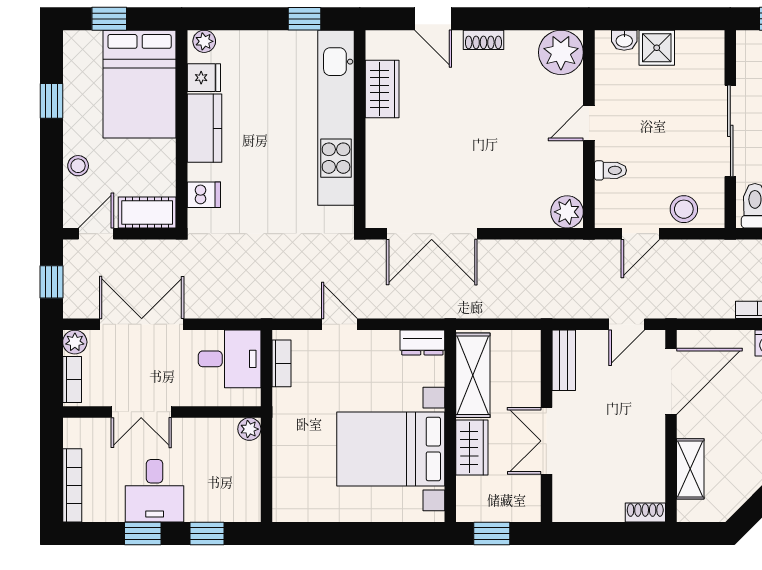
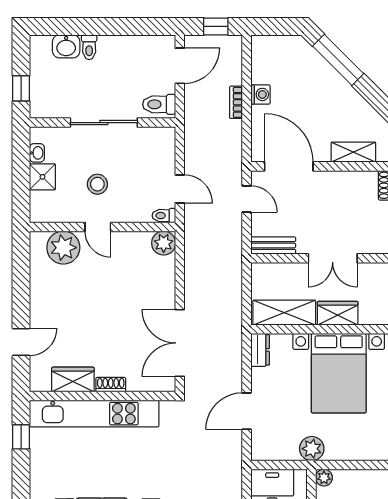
shoe rack: (483, 40) -> (111, 385), moved, turned -90
washbasin: (624, 40) -> (37, 153), moved
plant: (561, 52) -> (63, 248), moved
toilet: (610, 170) -> (164, 216), moved, turned -90
stool: (684, 209) -> (97, 184), moved
double door: (432, 234) -> (180, 343), swing flipped
door: (339, 324) -> (247, 411), width x1.37
bookcase: (282, 363) -> (275, 454), removed
plant: (289, 412) -> (312, 449), added

